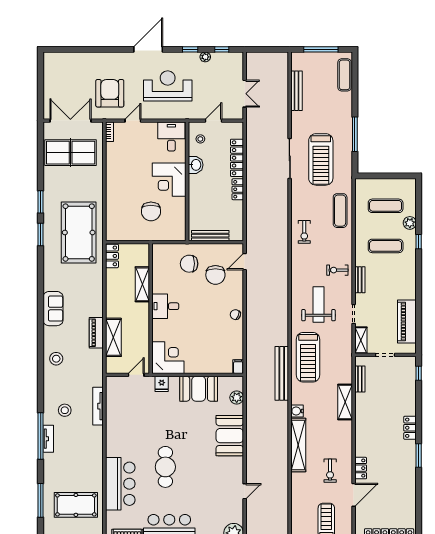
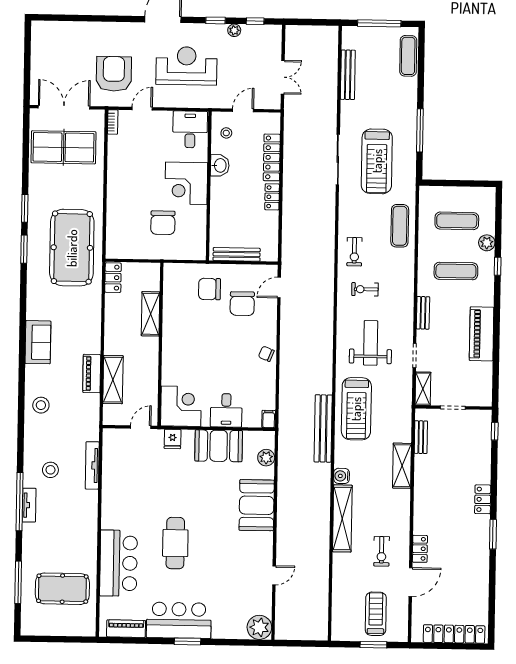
exercise bike: (337, 270) -> (365, 289), moved
desk: (165, 306) -> (226, 410), moved, turned -90
piano: (407, 322) -> (482, 334), moved

